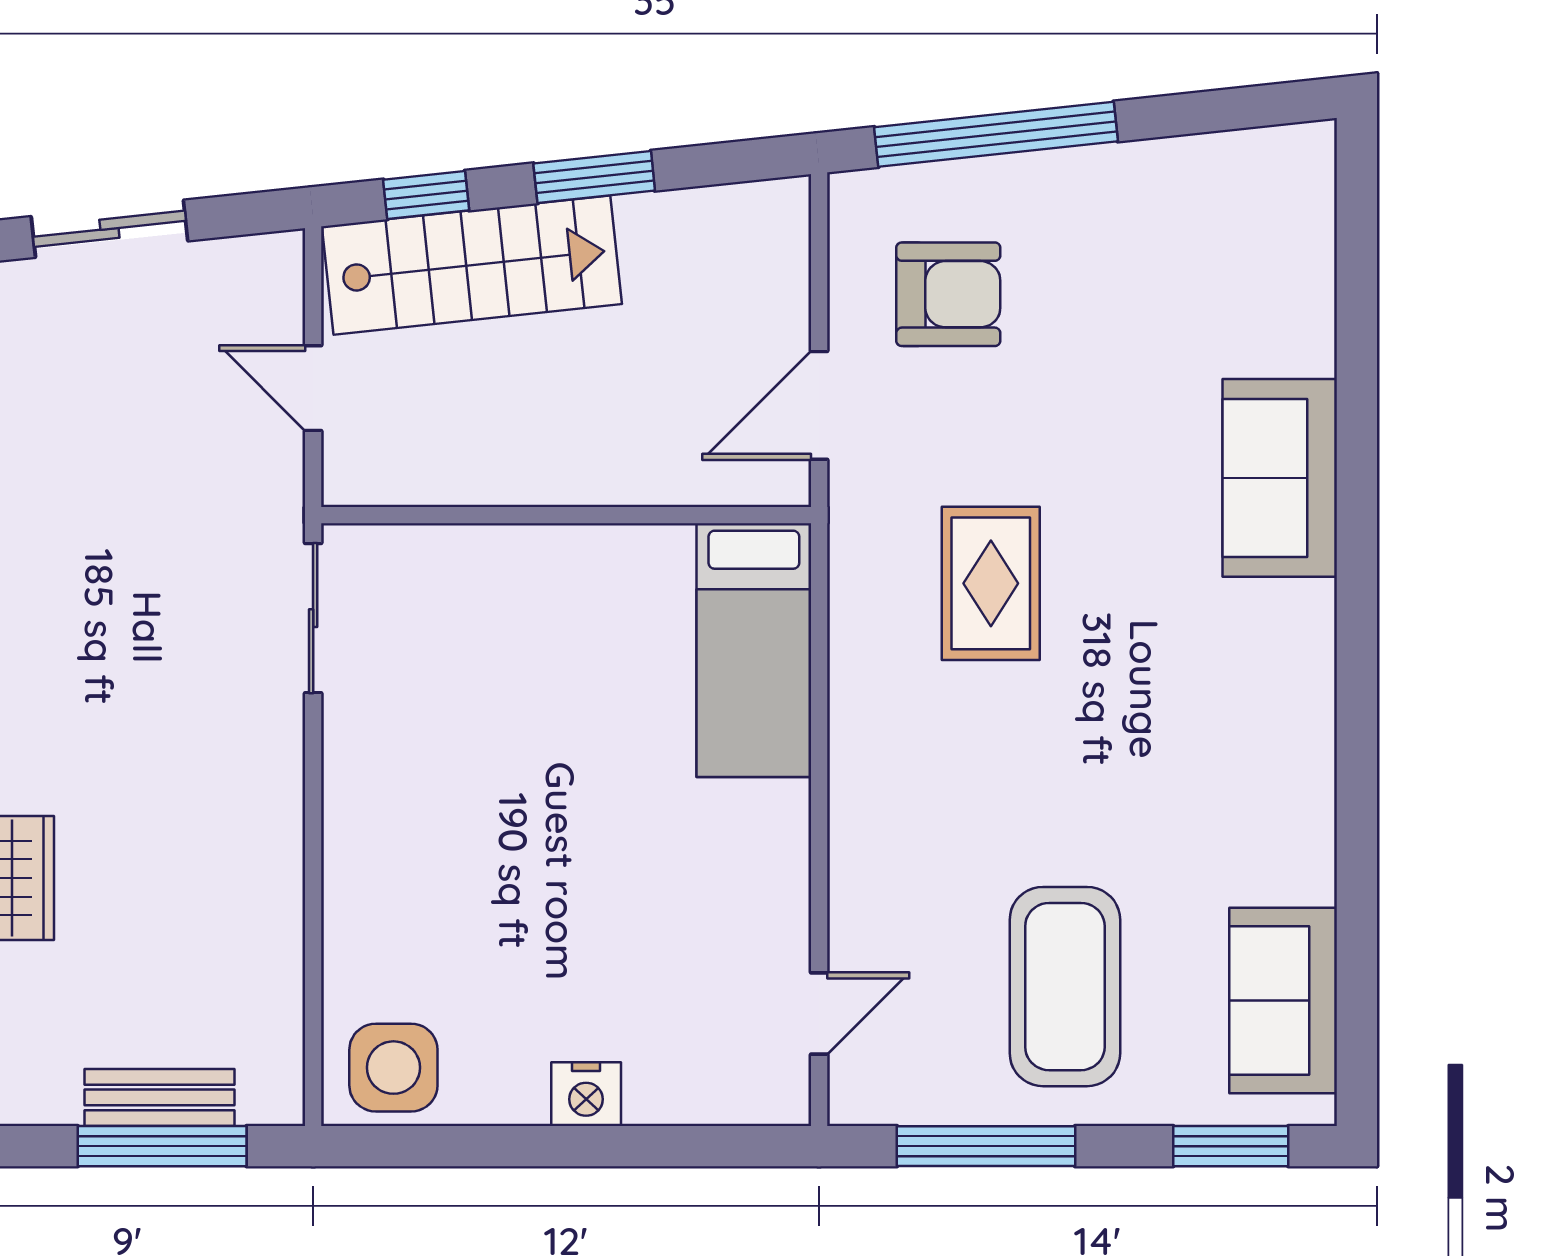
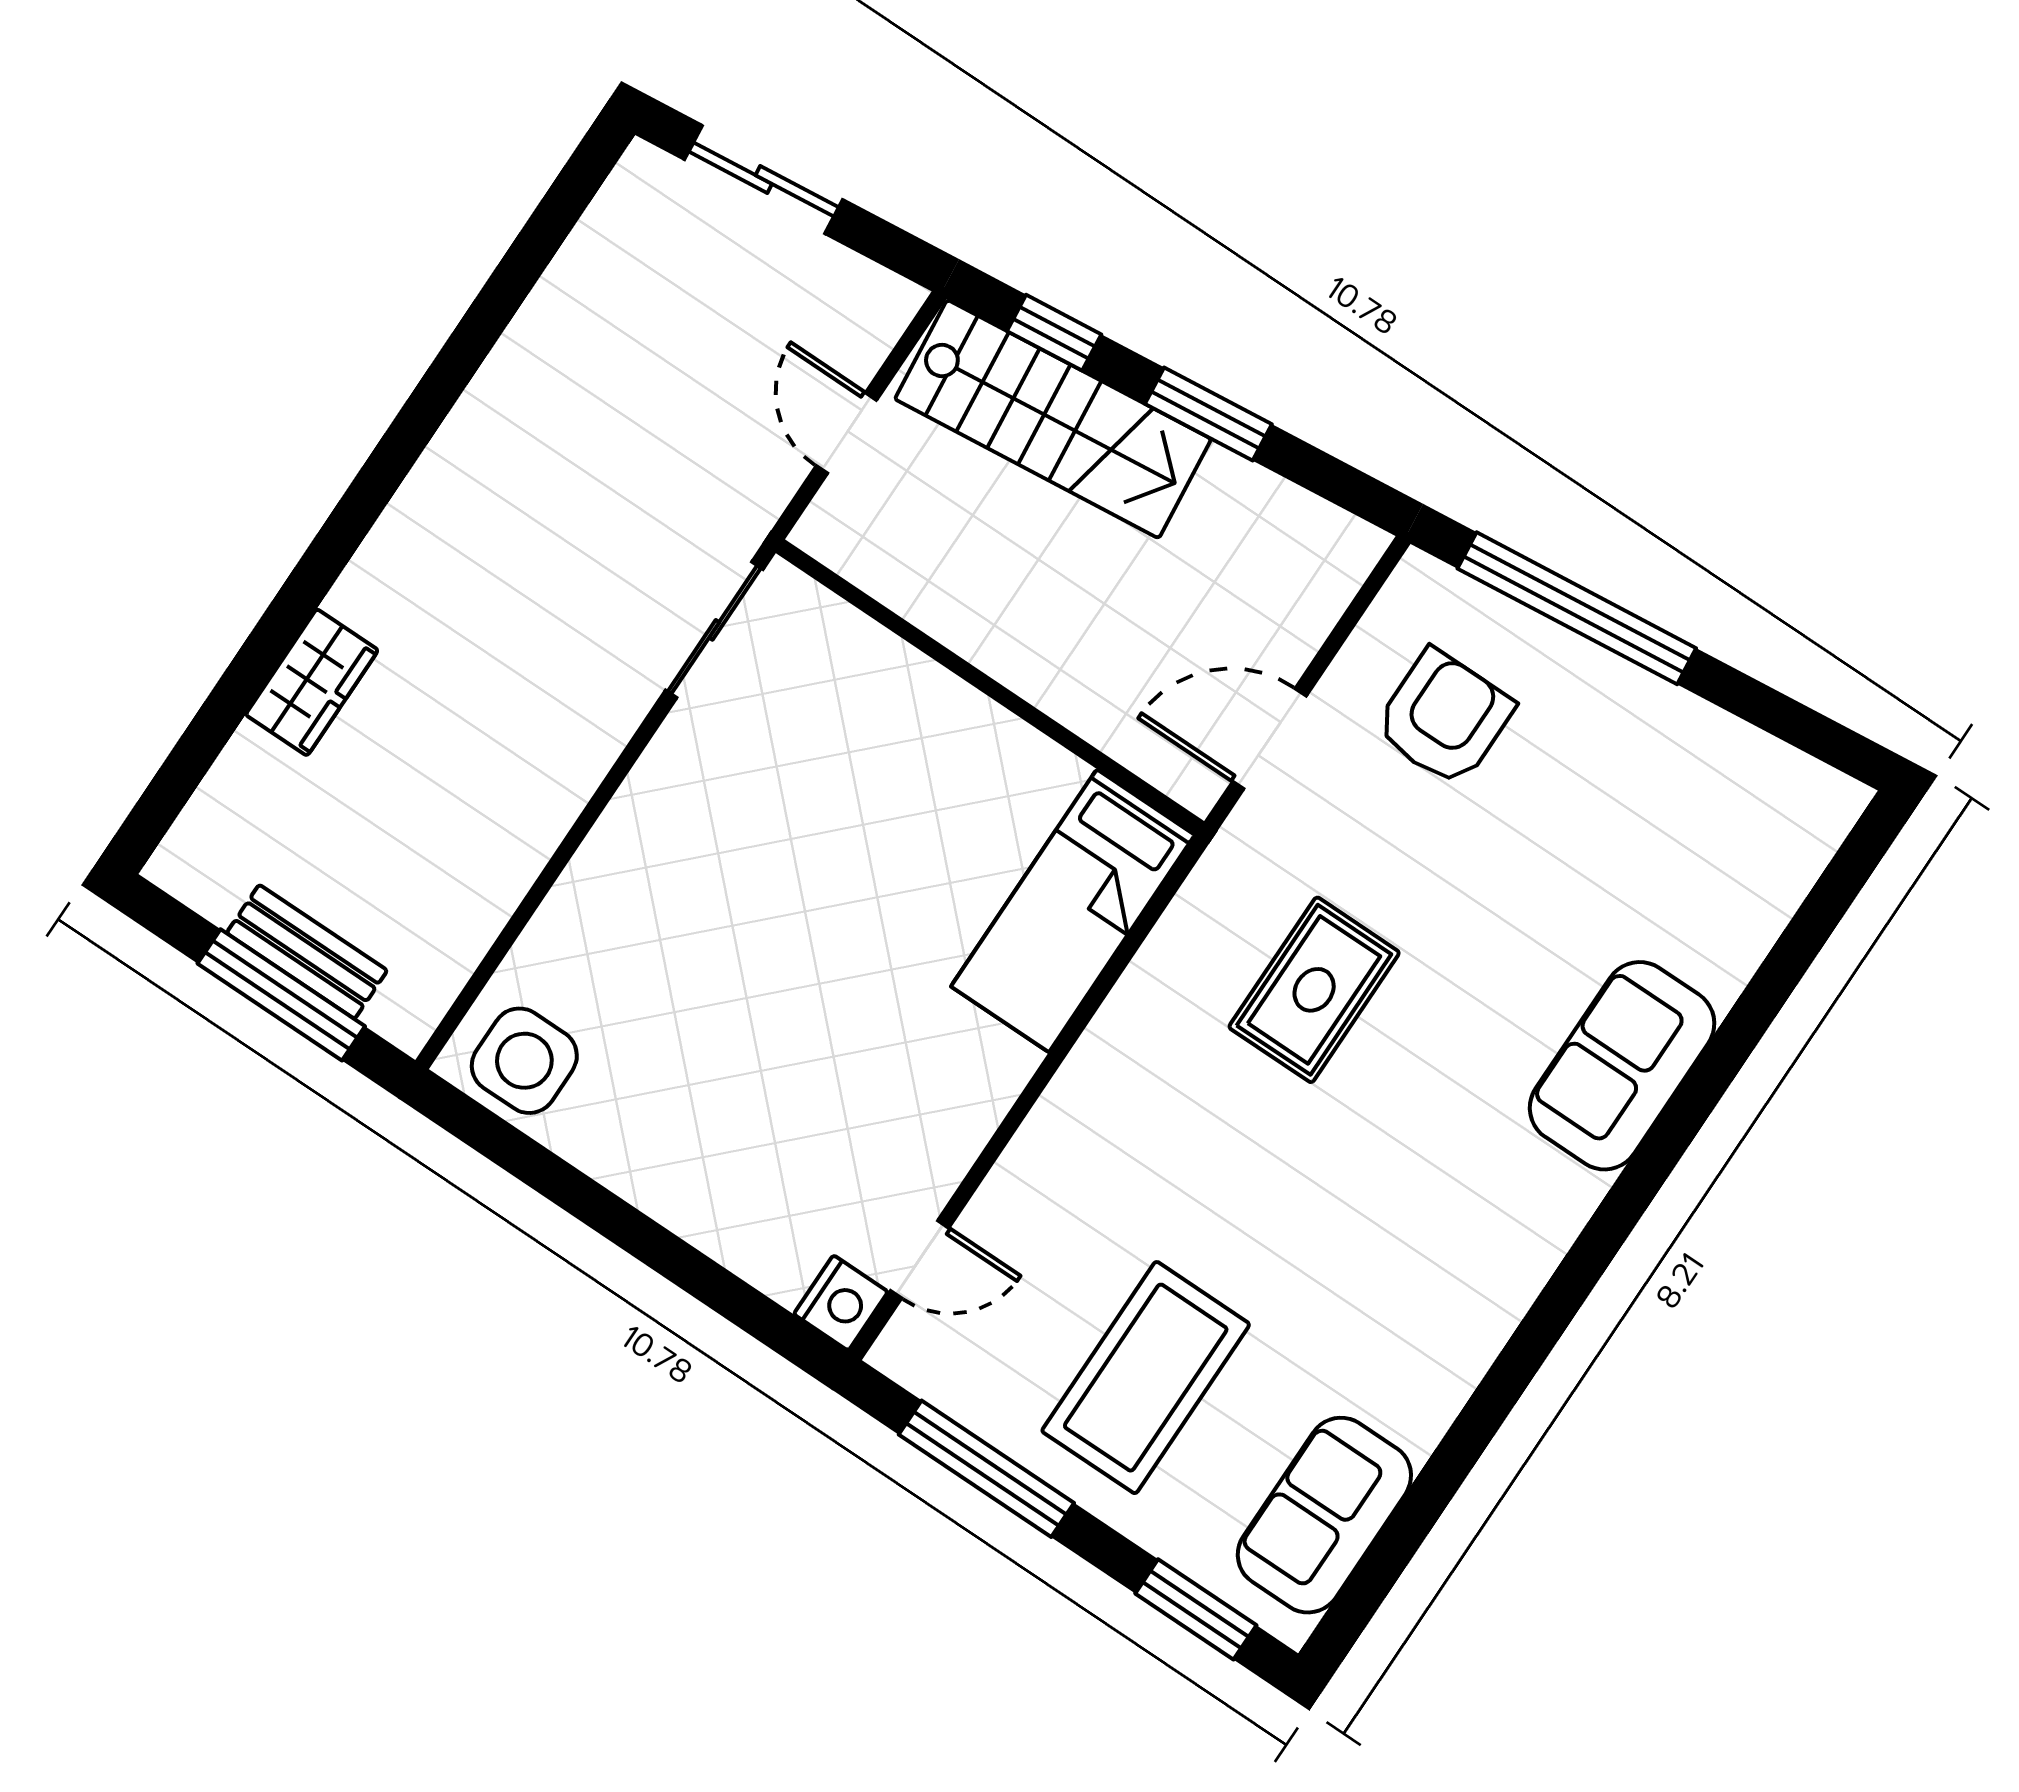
armchair: (948, 294) -> (1444, 718), turned -90
nightstand: (586, 1094) -> (841, 1303), moved, turned -90

